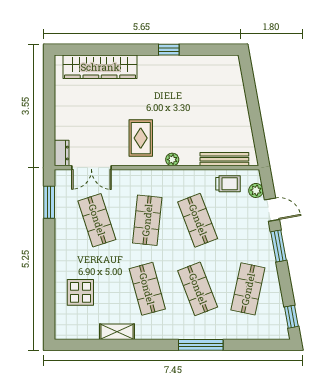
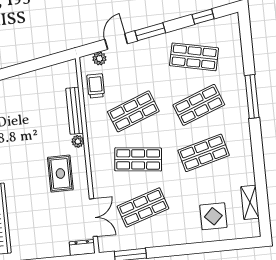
rug: (141, 138) -> (60, 174), turned 90
bench: (224, 159) -> (74, 111), moved
window: (291, 317) -> (203, 17), moved
shelving: (117, 332) -> (250, 202), moved

